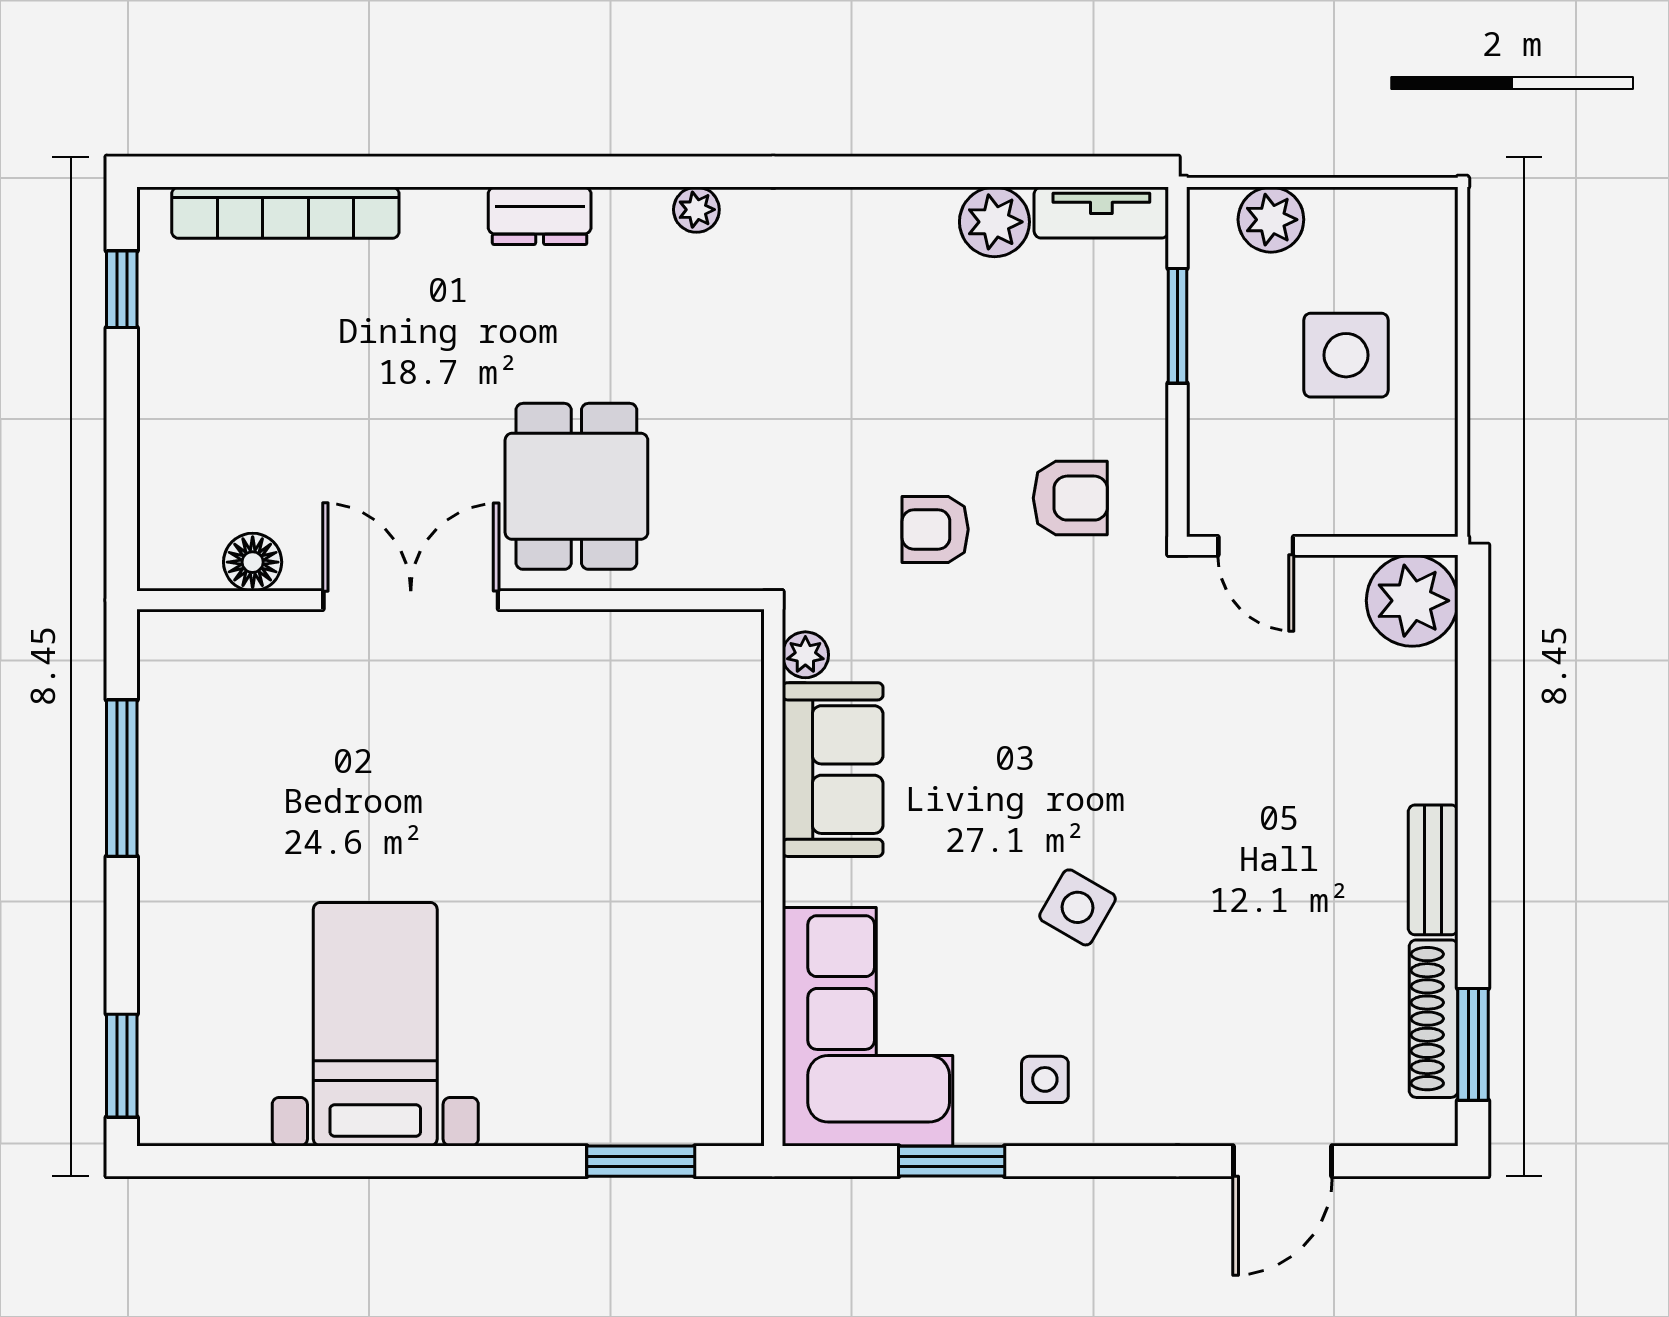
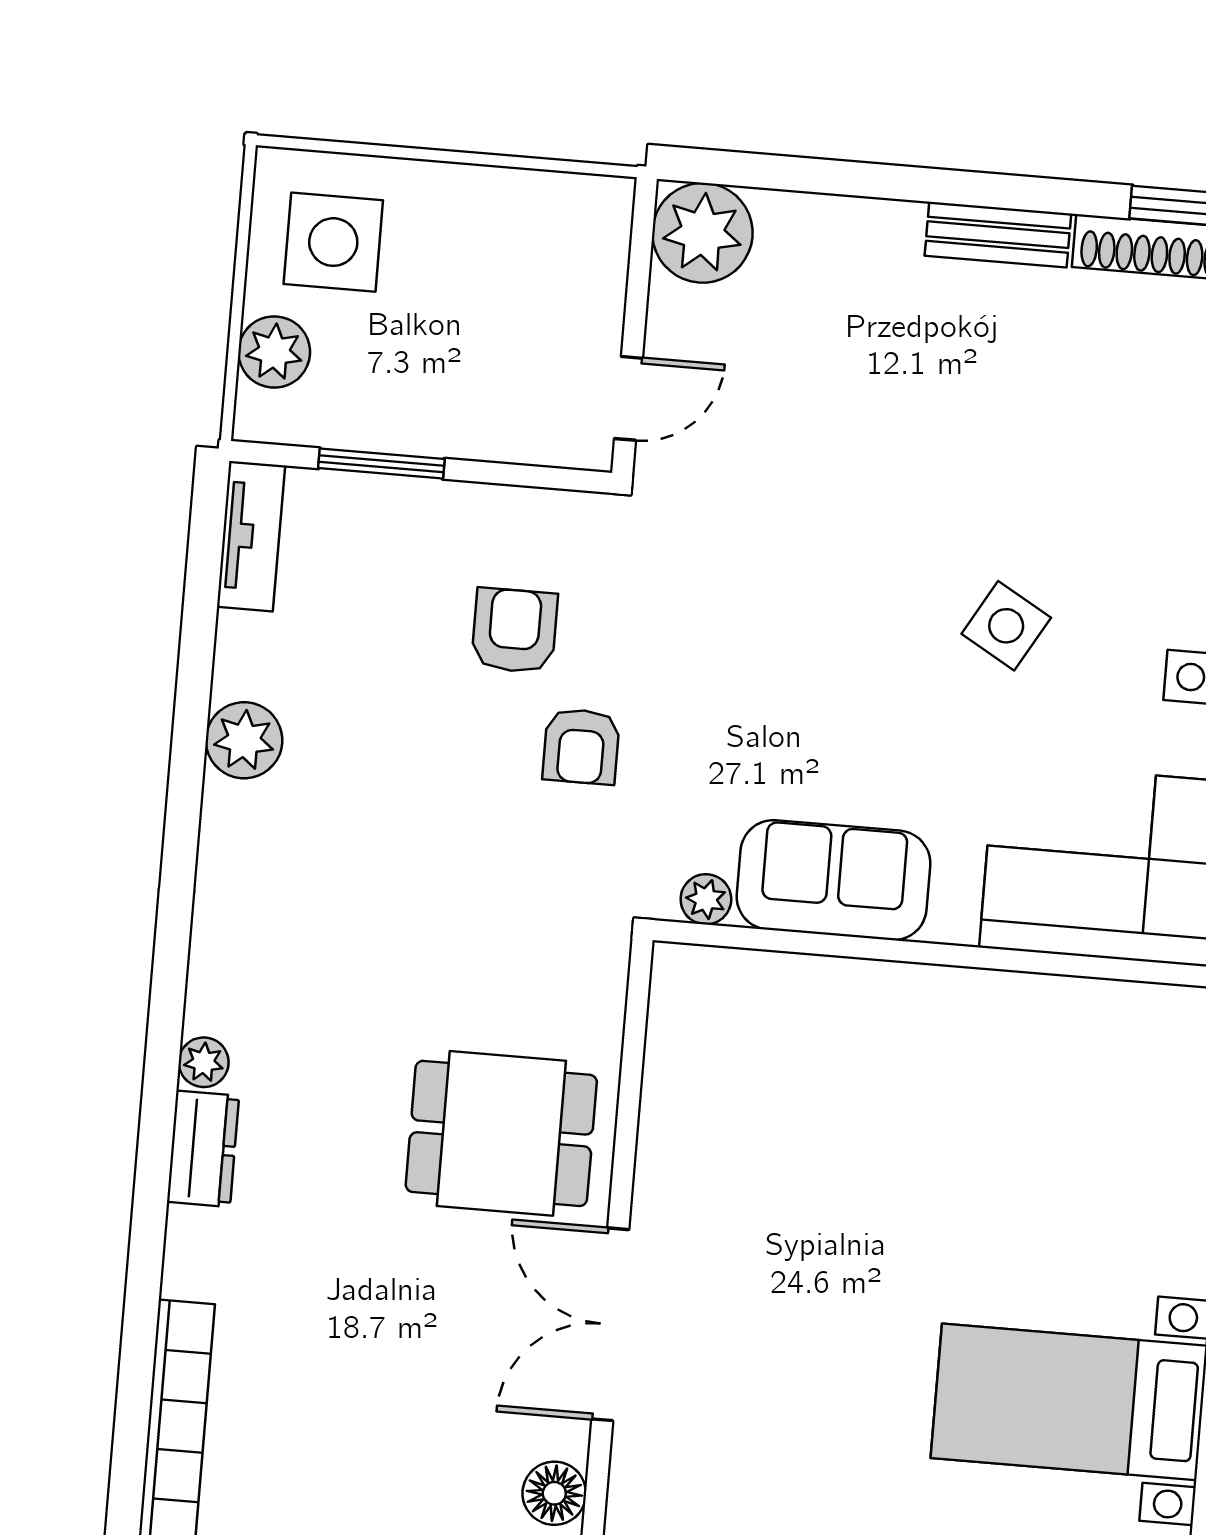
plant: (696, 210) -> (204, 1062), moved
plant: (994, 222) -> (244, 740), moved
side table: (1346, 355) -> (333, 242), moved
armchair: (1070, 498) -> (514, 631), moved

